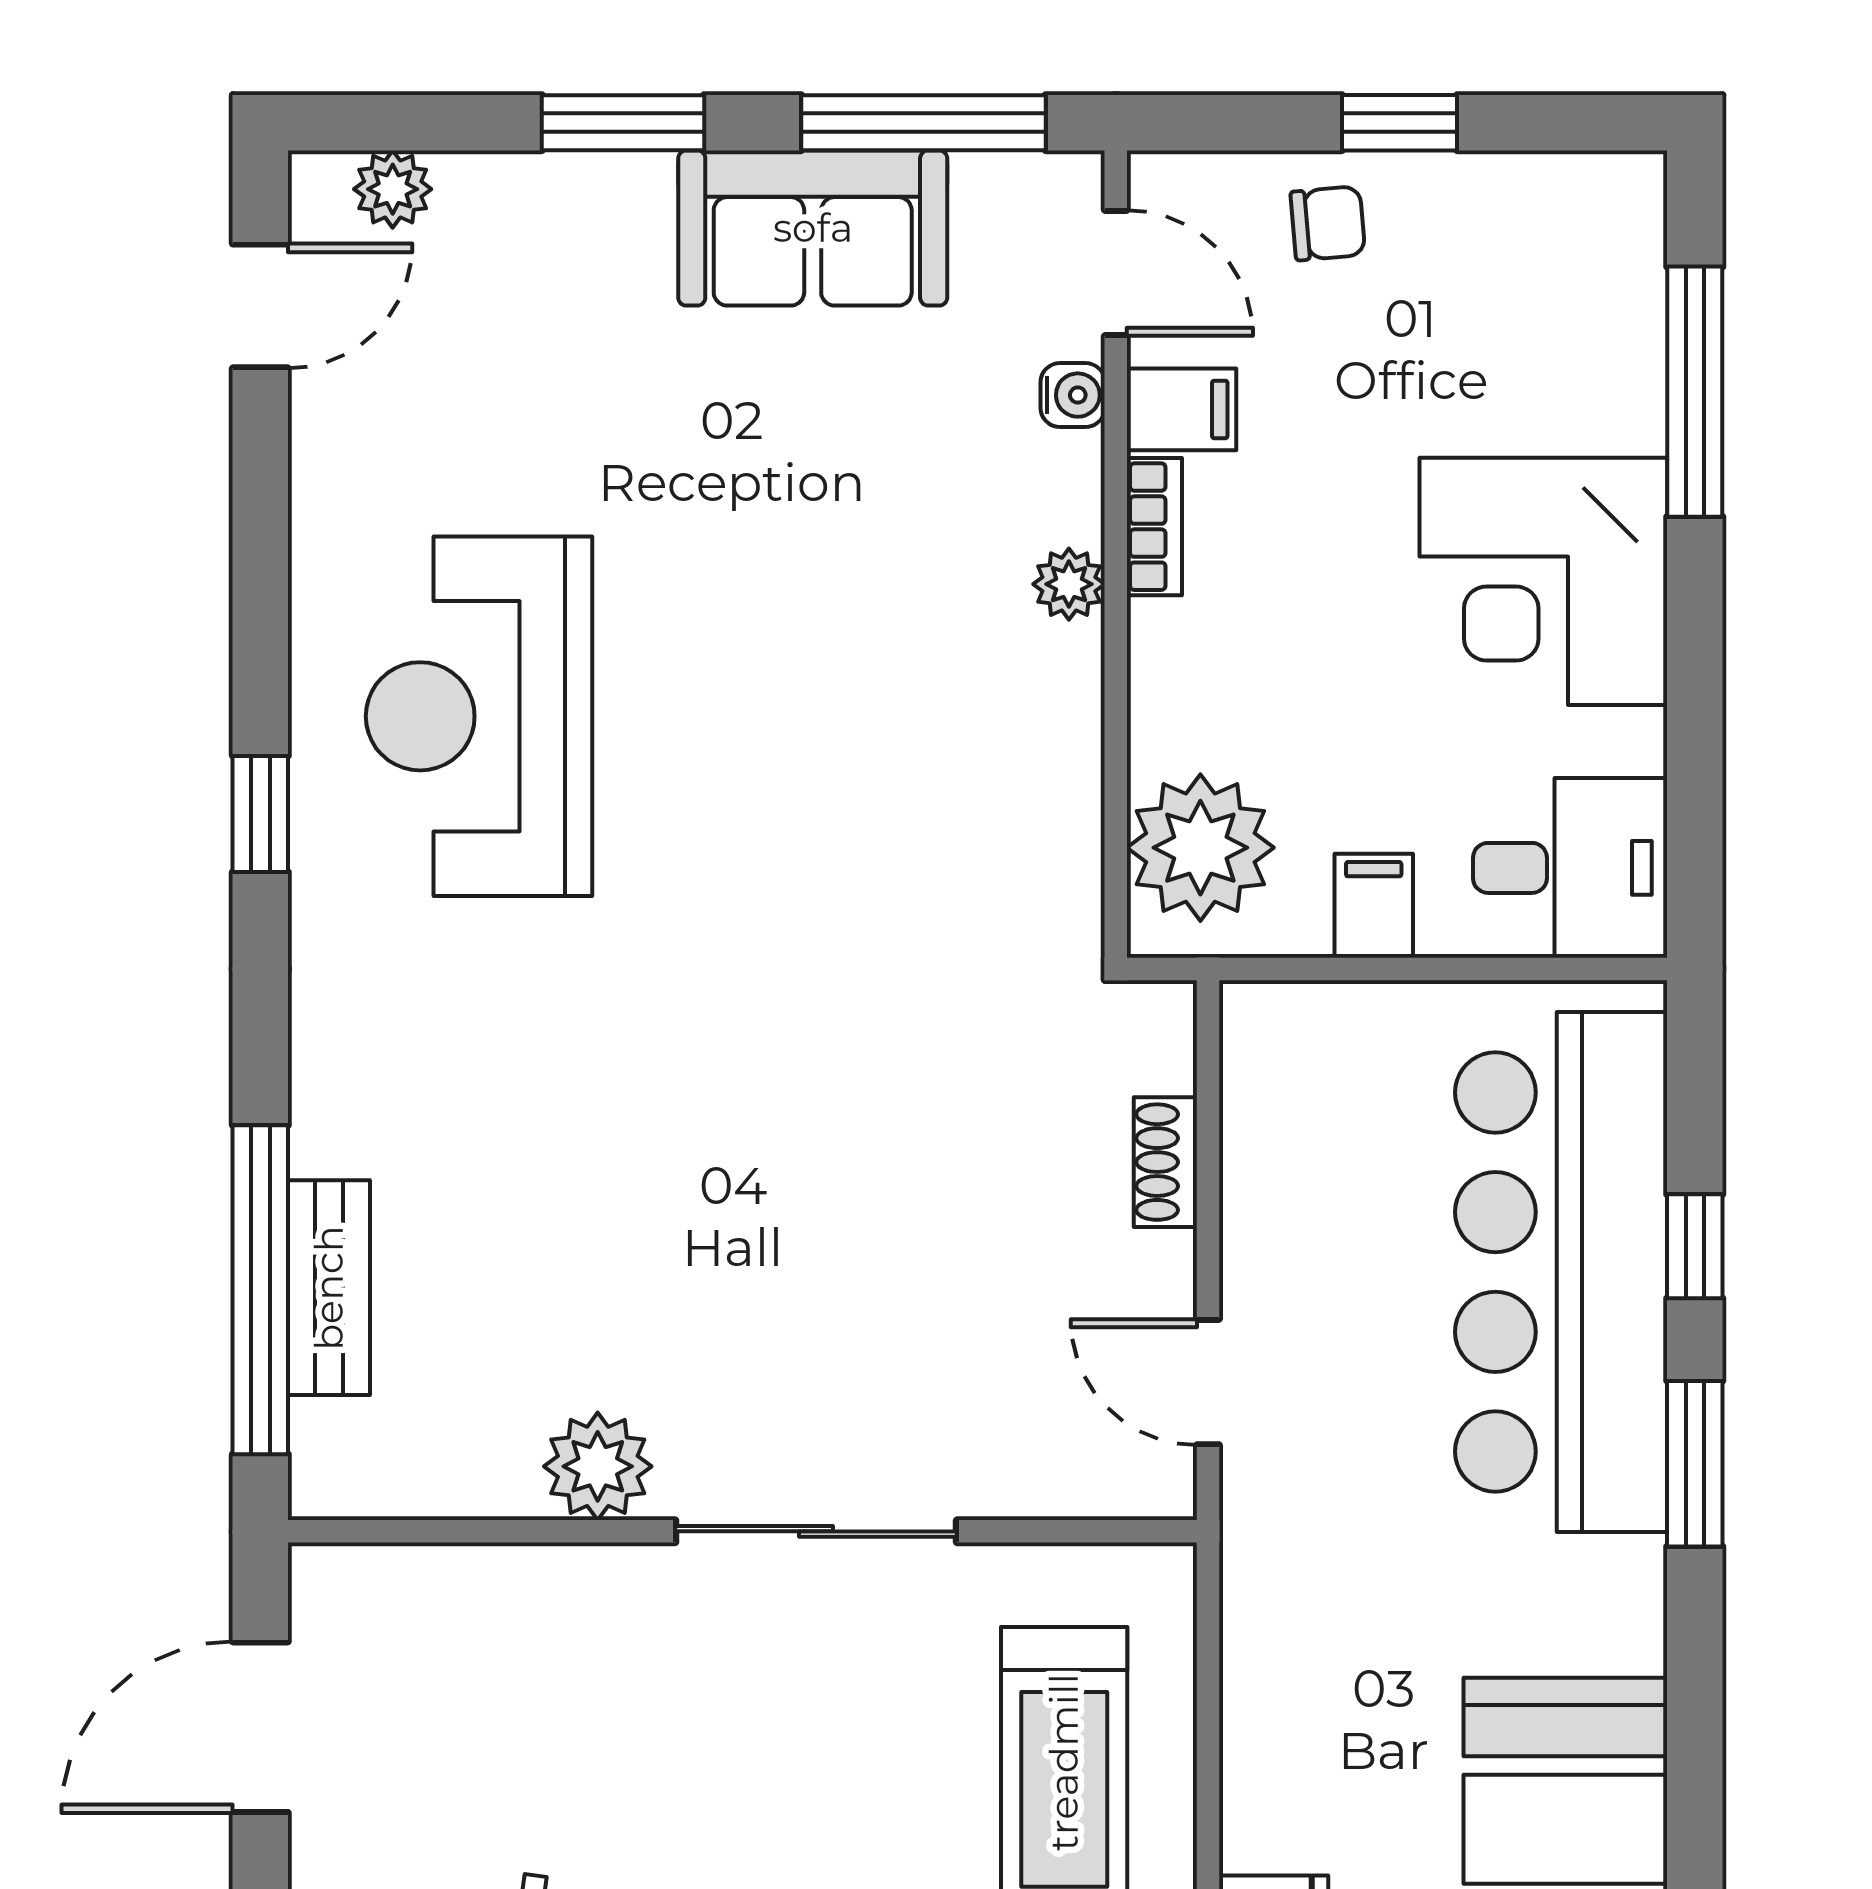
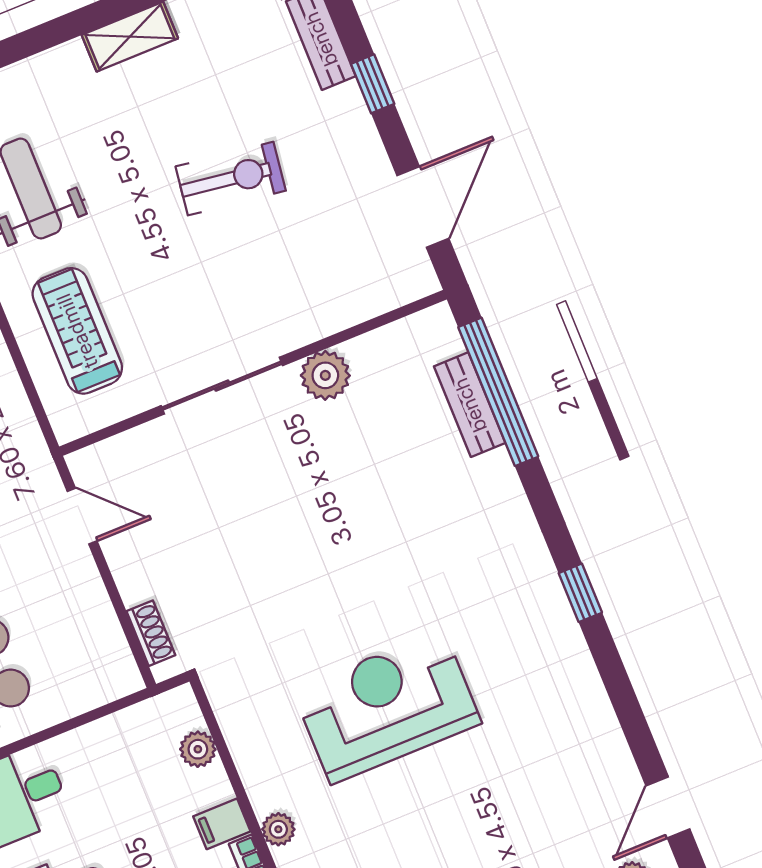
reception desk: (479, 716) -> (387, 706), moved, turned -90
plant: (1200, 848) -> (198, 749), width x0.53, depth x0.53
filing cabinet: (1374, 906) -> (222, 824), moved, turned 90
shoe rack: (1165, 1162) -> (151, 633), moved

